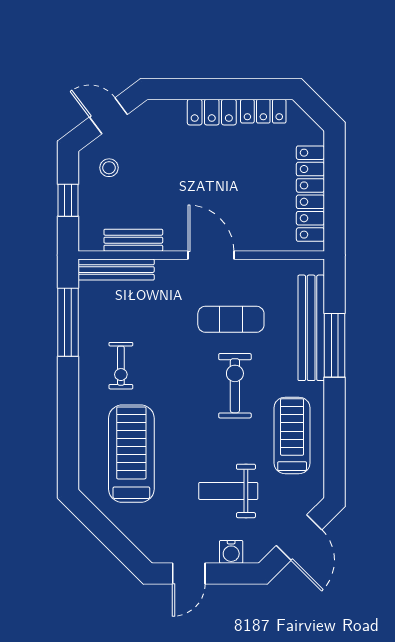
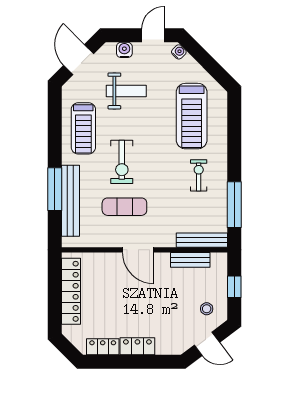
water cooler: (150, 549) -> (179, 52), added

